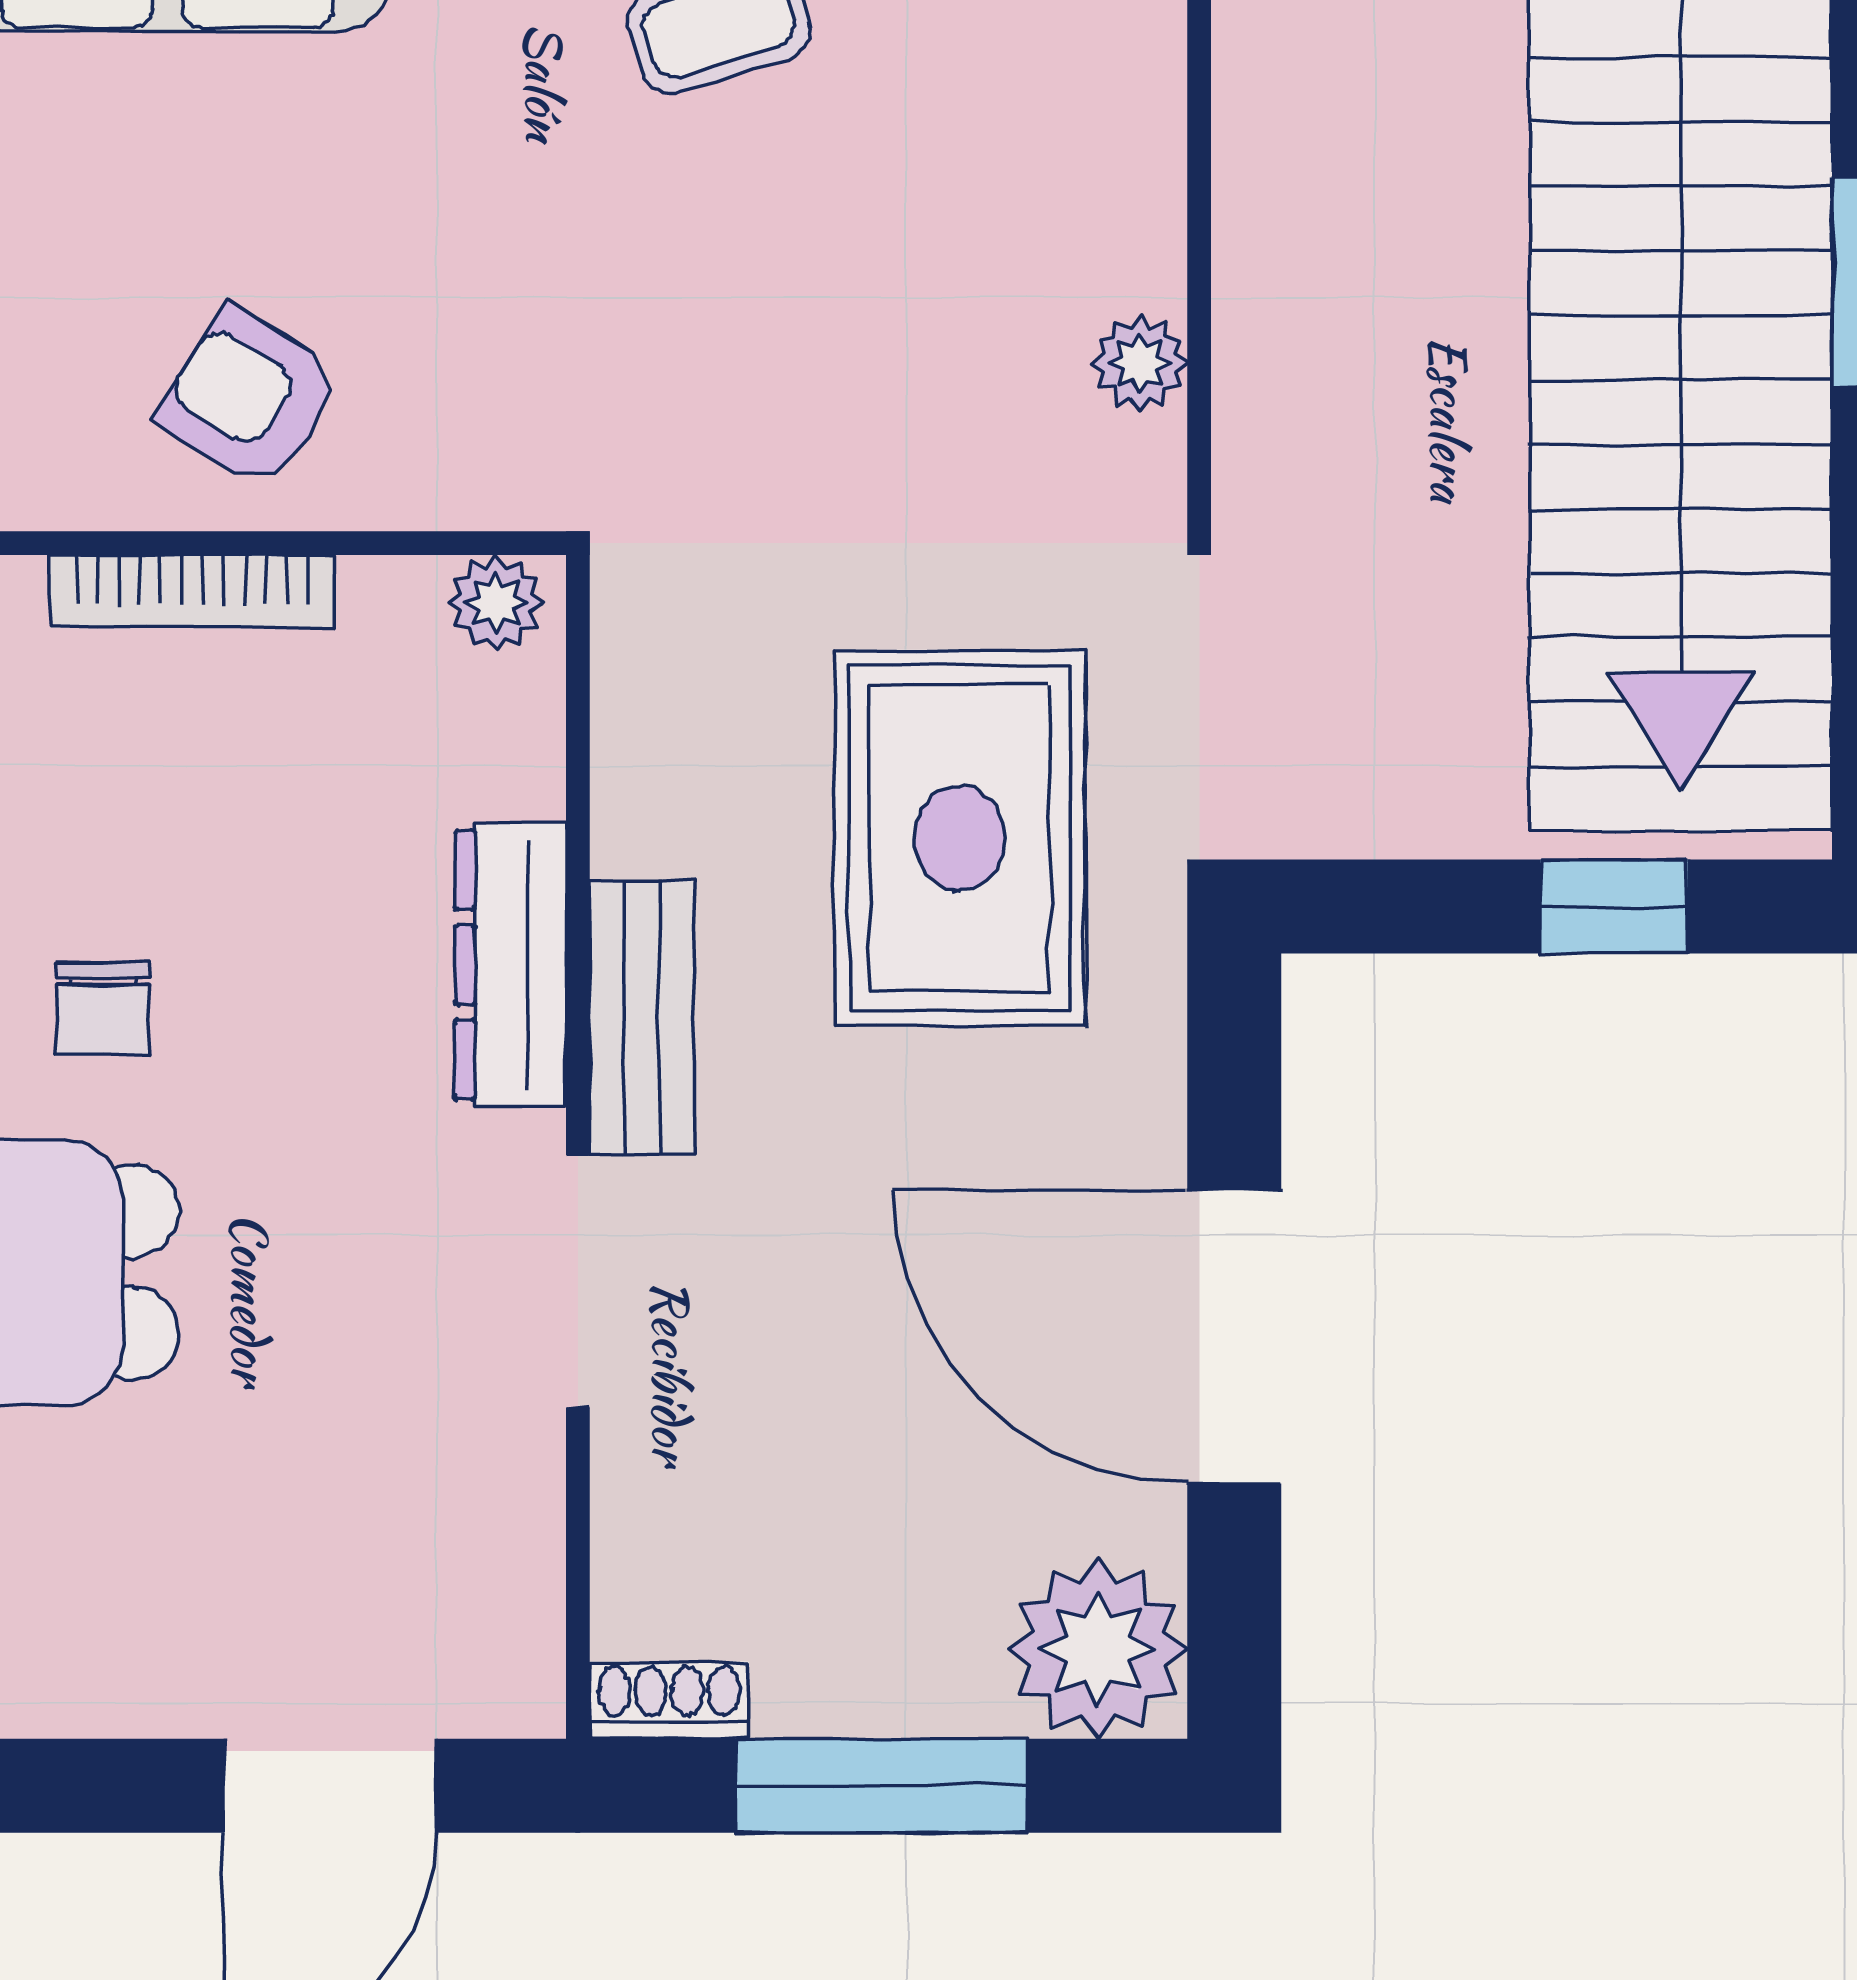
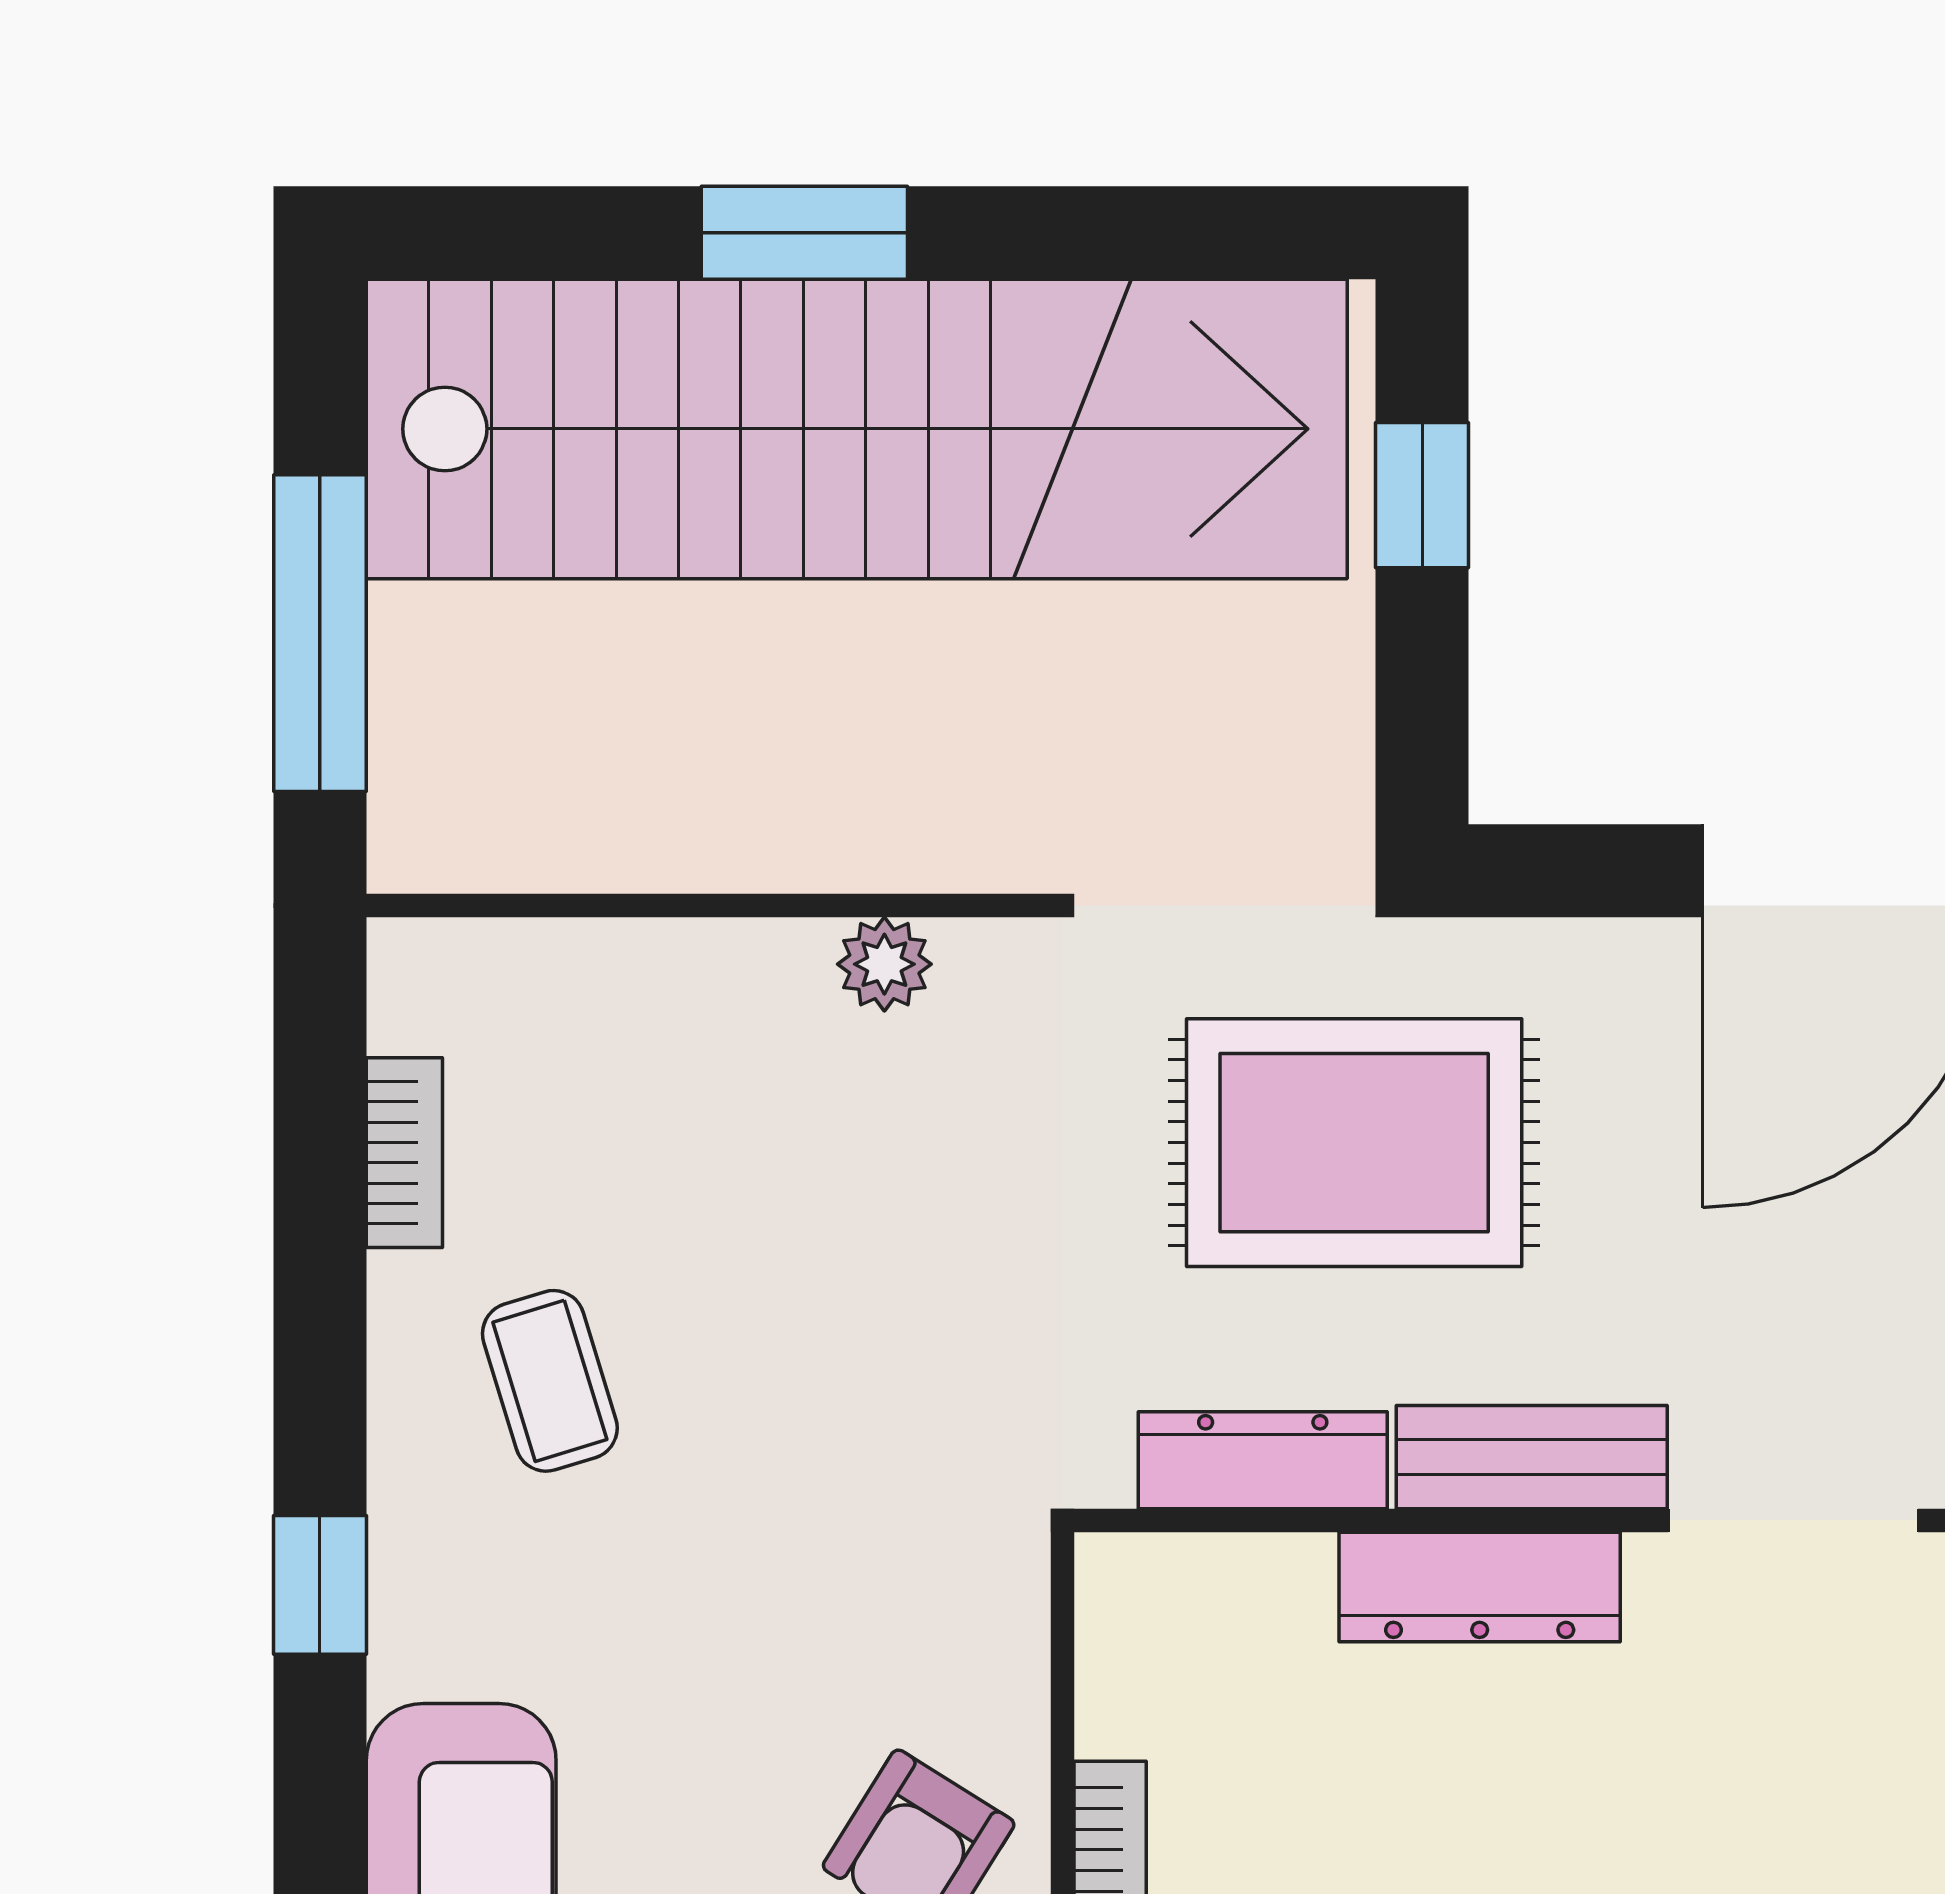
plant: (496, 603) -> (1121, 1601), removed
dresser: (639, 746) -> (1263, 1460), added

